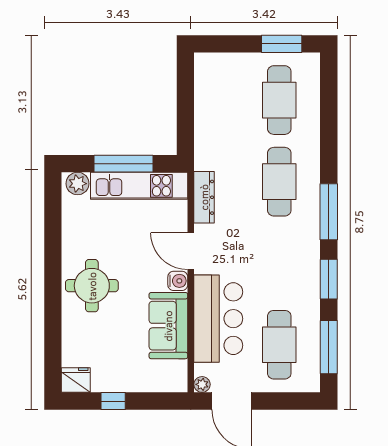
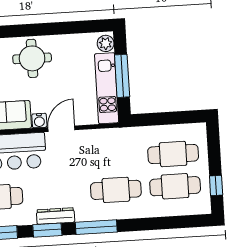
window: (282, 44) -> (216, 185), width x0.67
cafe table: (235, 100) -> (173, 154), added
dresser: (204, 197) -> (56, 216), moved, turned 180

